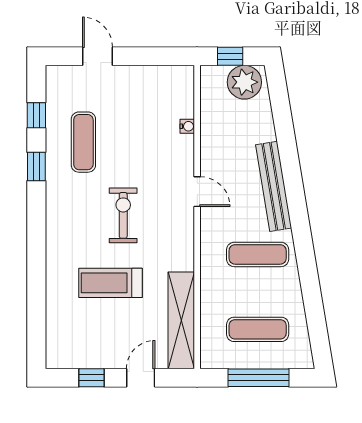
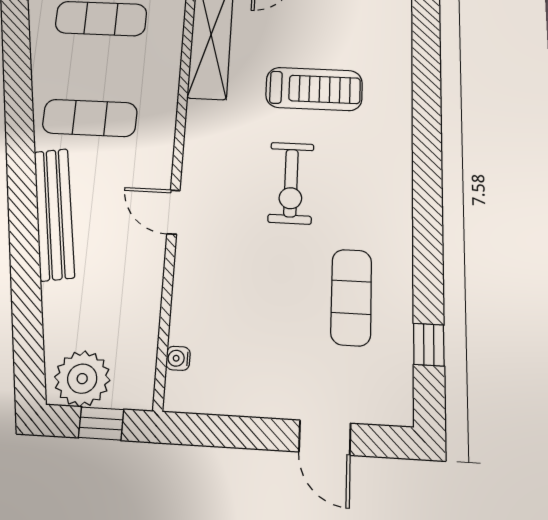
water cooler: (187, 126) -> (178, 358), moved
window: (36, 166) -> (428, 263), removed

